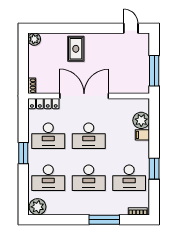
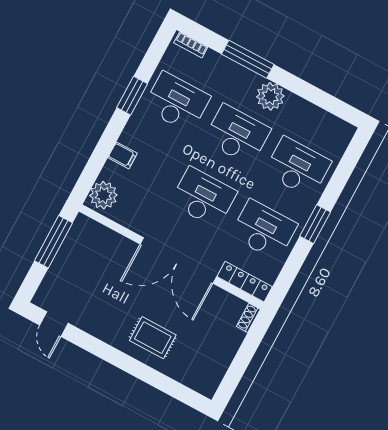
plant: (34, 39) -> (207, 386), removed
rug: (76, 49) -> (153, 338), turned 90
plant: (141, 120) -> (103, 195), moved
plant: (38, 207) -> (270, 96), moved

